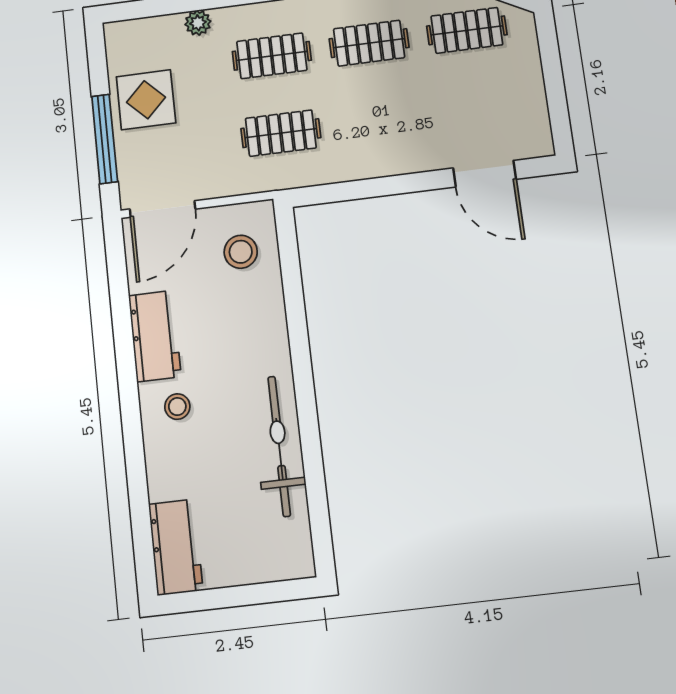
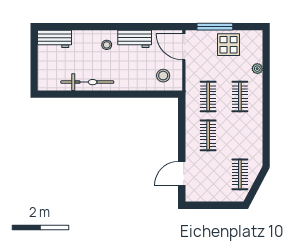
clothes rail: (369, 43) -> (208, 135), moved

